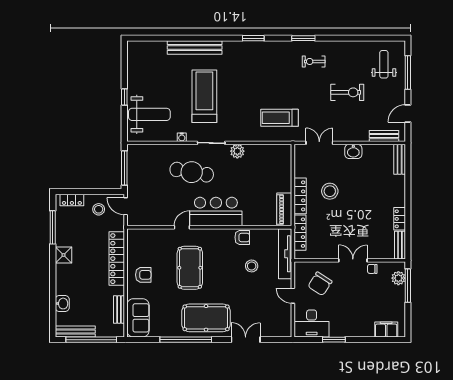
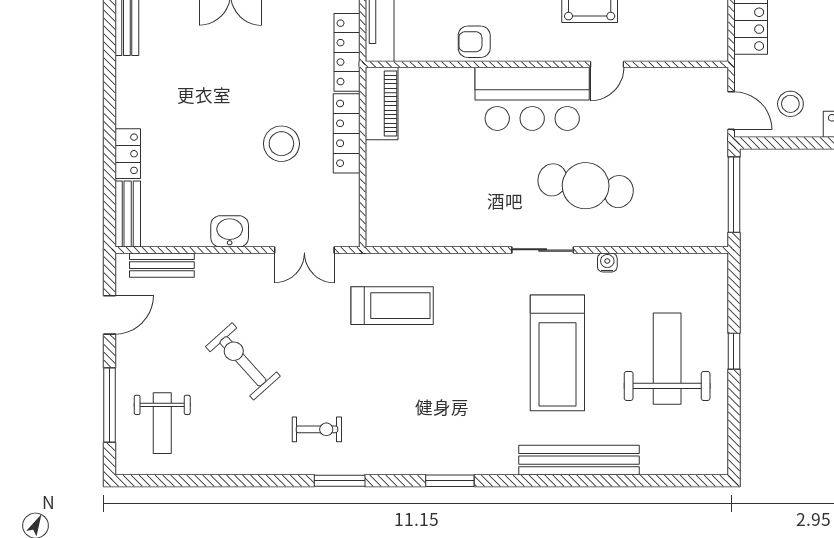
exercise bike: (347, 92) -> (243, 361), turned 48
weight bench: (149, 114) -> (667, 359), moved, turned 90
plant: (237, 151) -> (485, 232), removed
locker: (400, 219) -> (128, 154), moved

